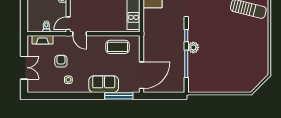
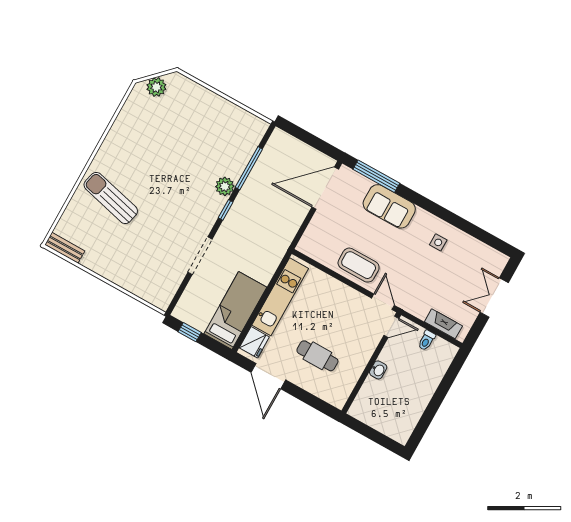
coffee table: (118, 47) -> (359, 265), moved
armchair: (61, 61) -> (434, 276), removed
plant: (257, 79) -> (156, 87), added

